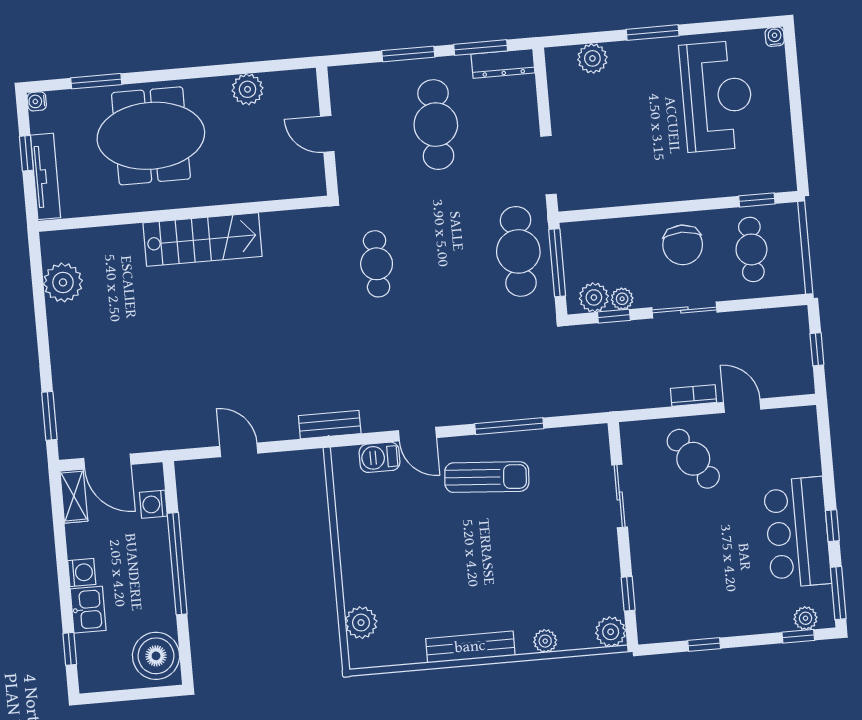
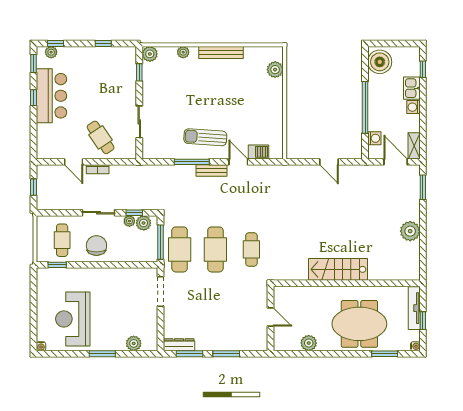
cafe table: (436, 125) -> (215, 249), moved
plant: (63, 282) -> (410, 231), moved
bench: (330, 425) -> (211, 171), moved
window: (838, 593) -> (34, 63), width x0.67

